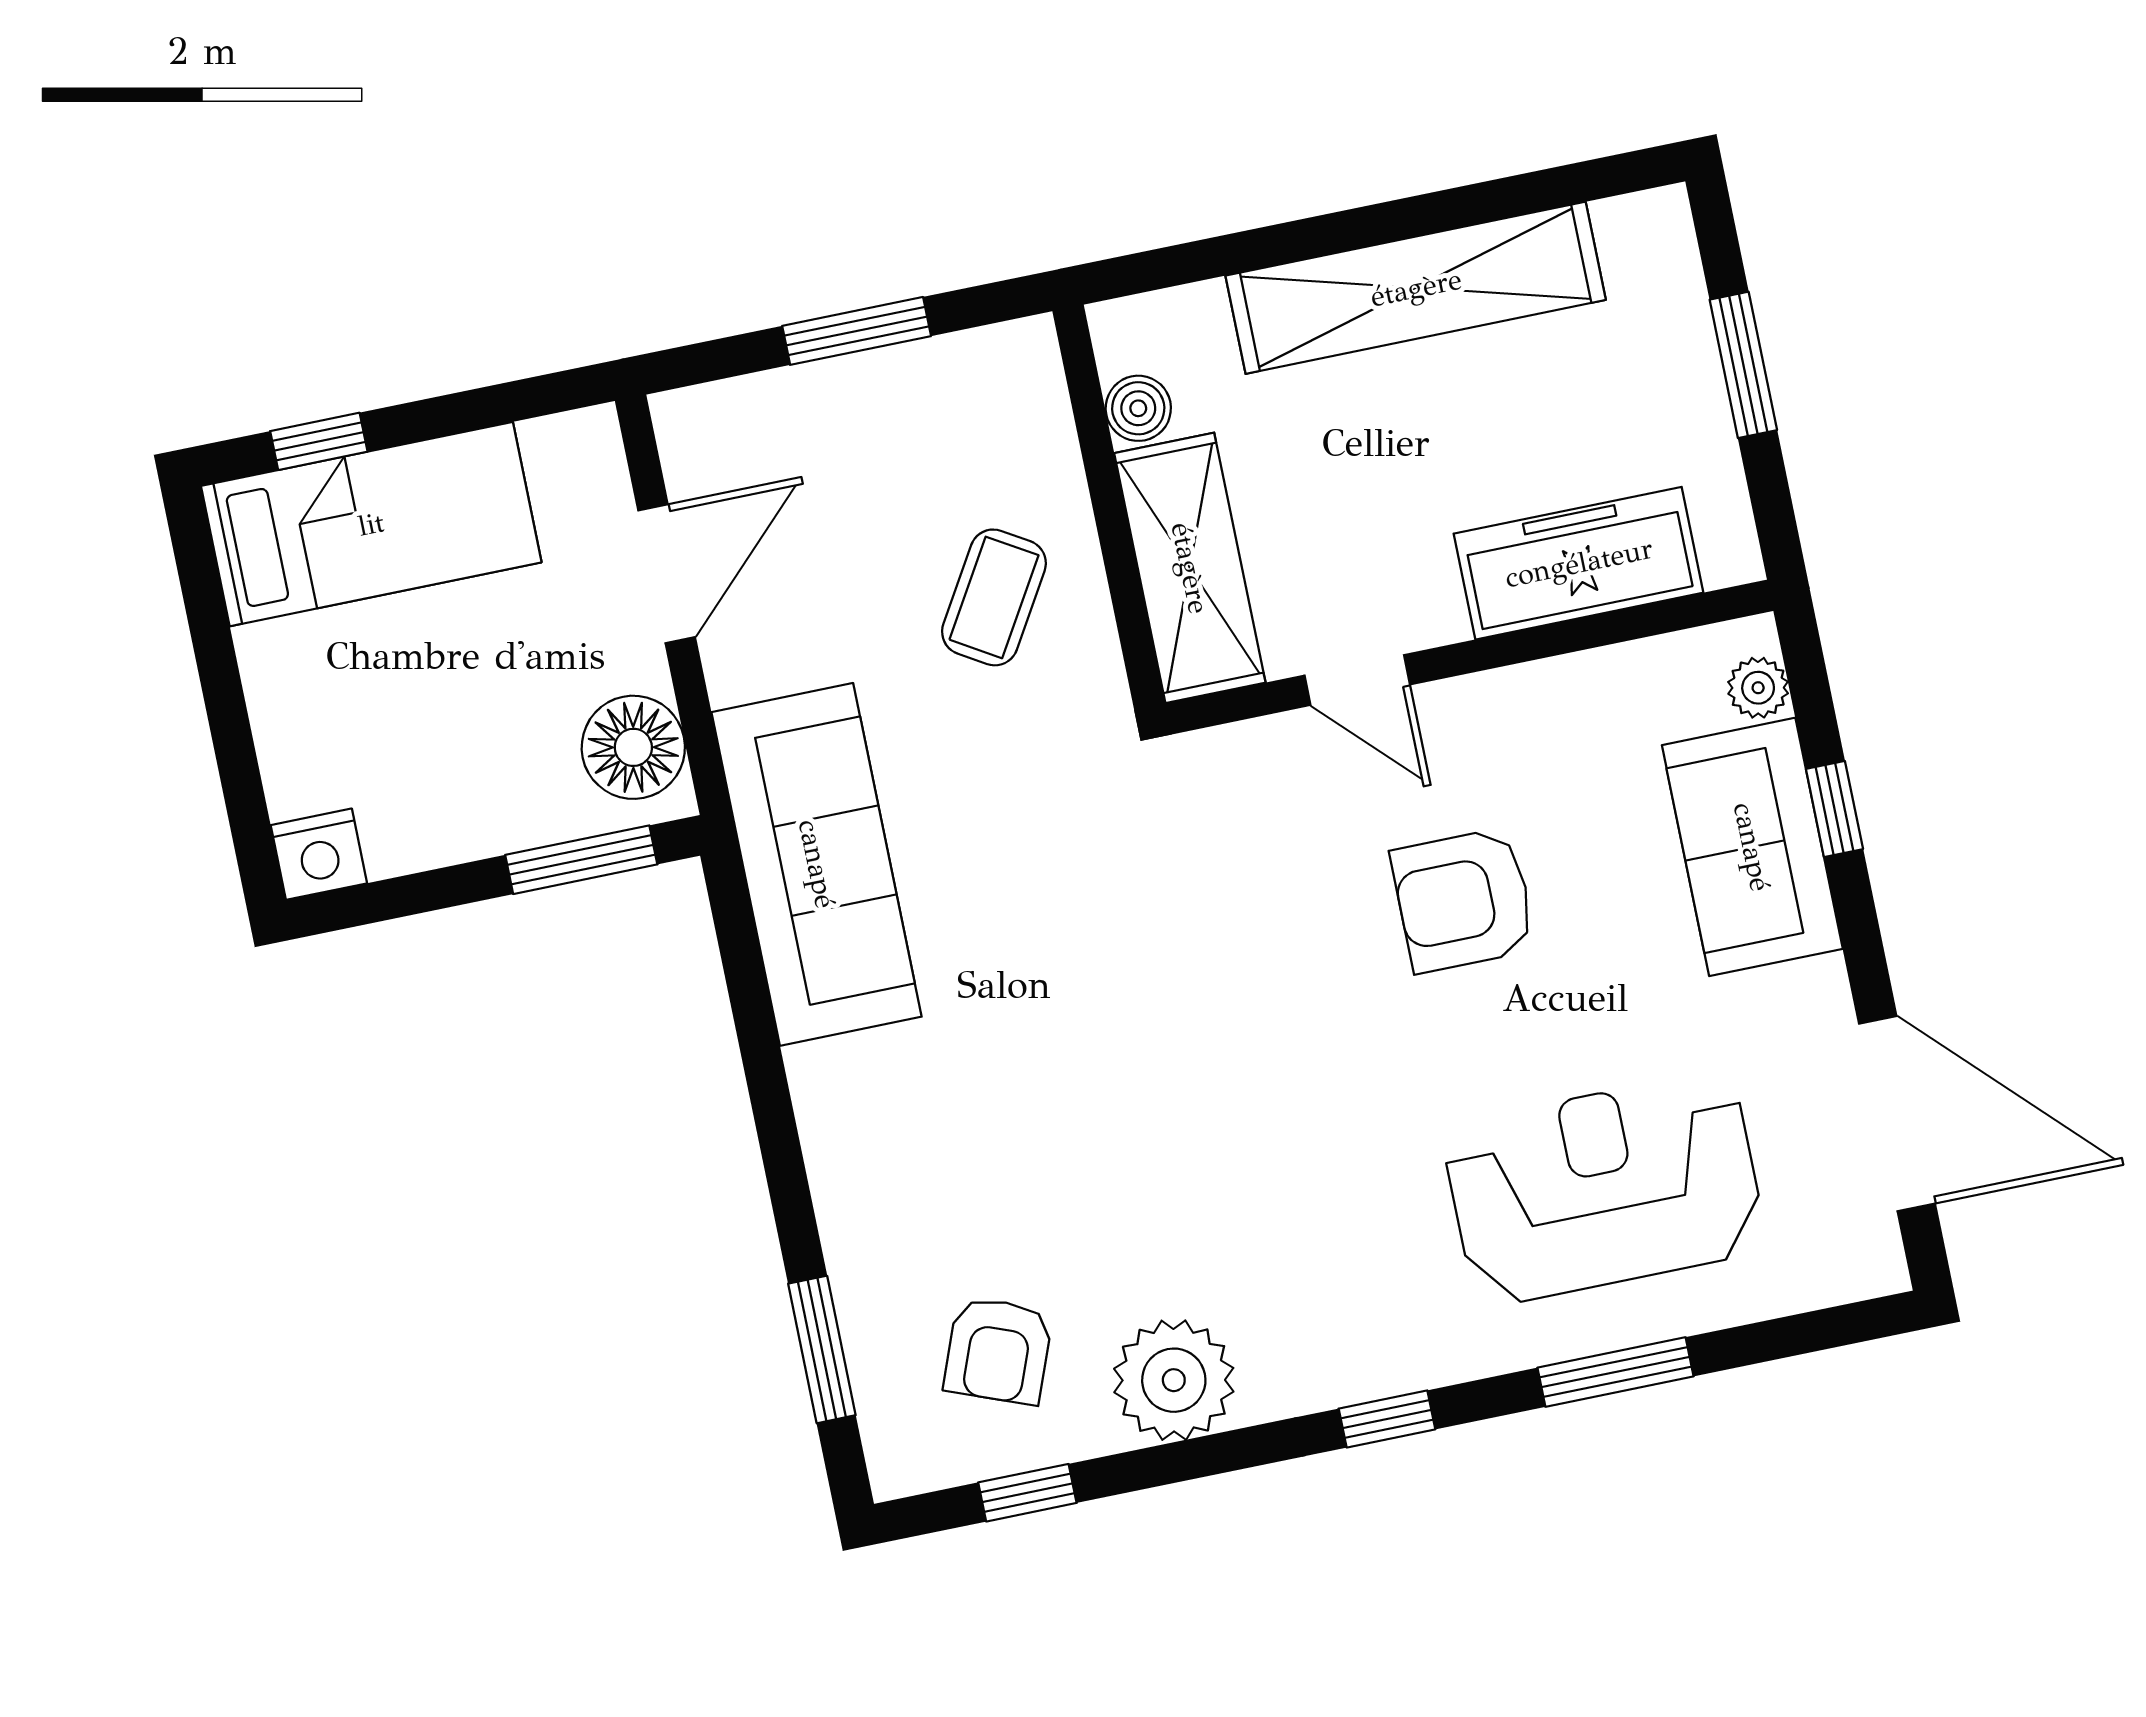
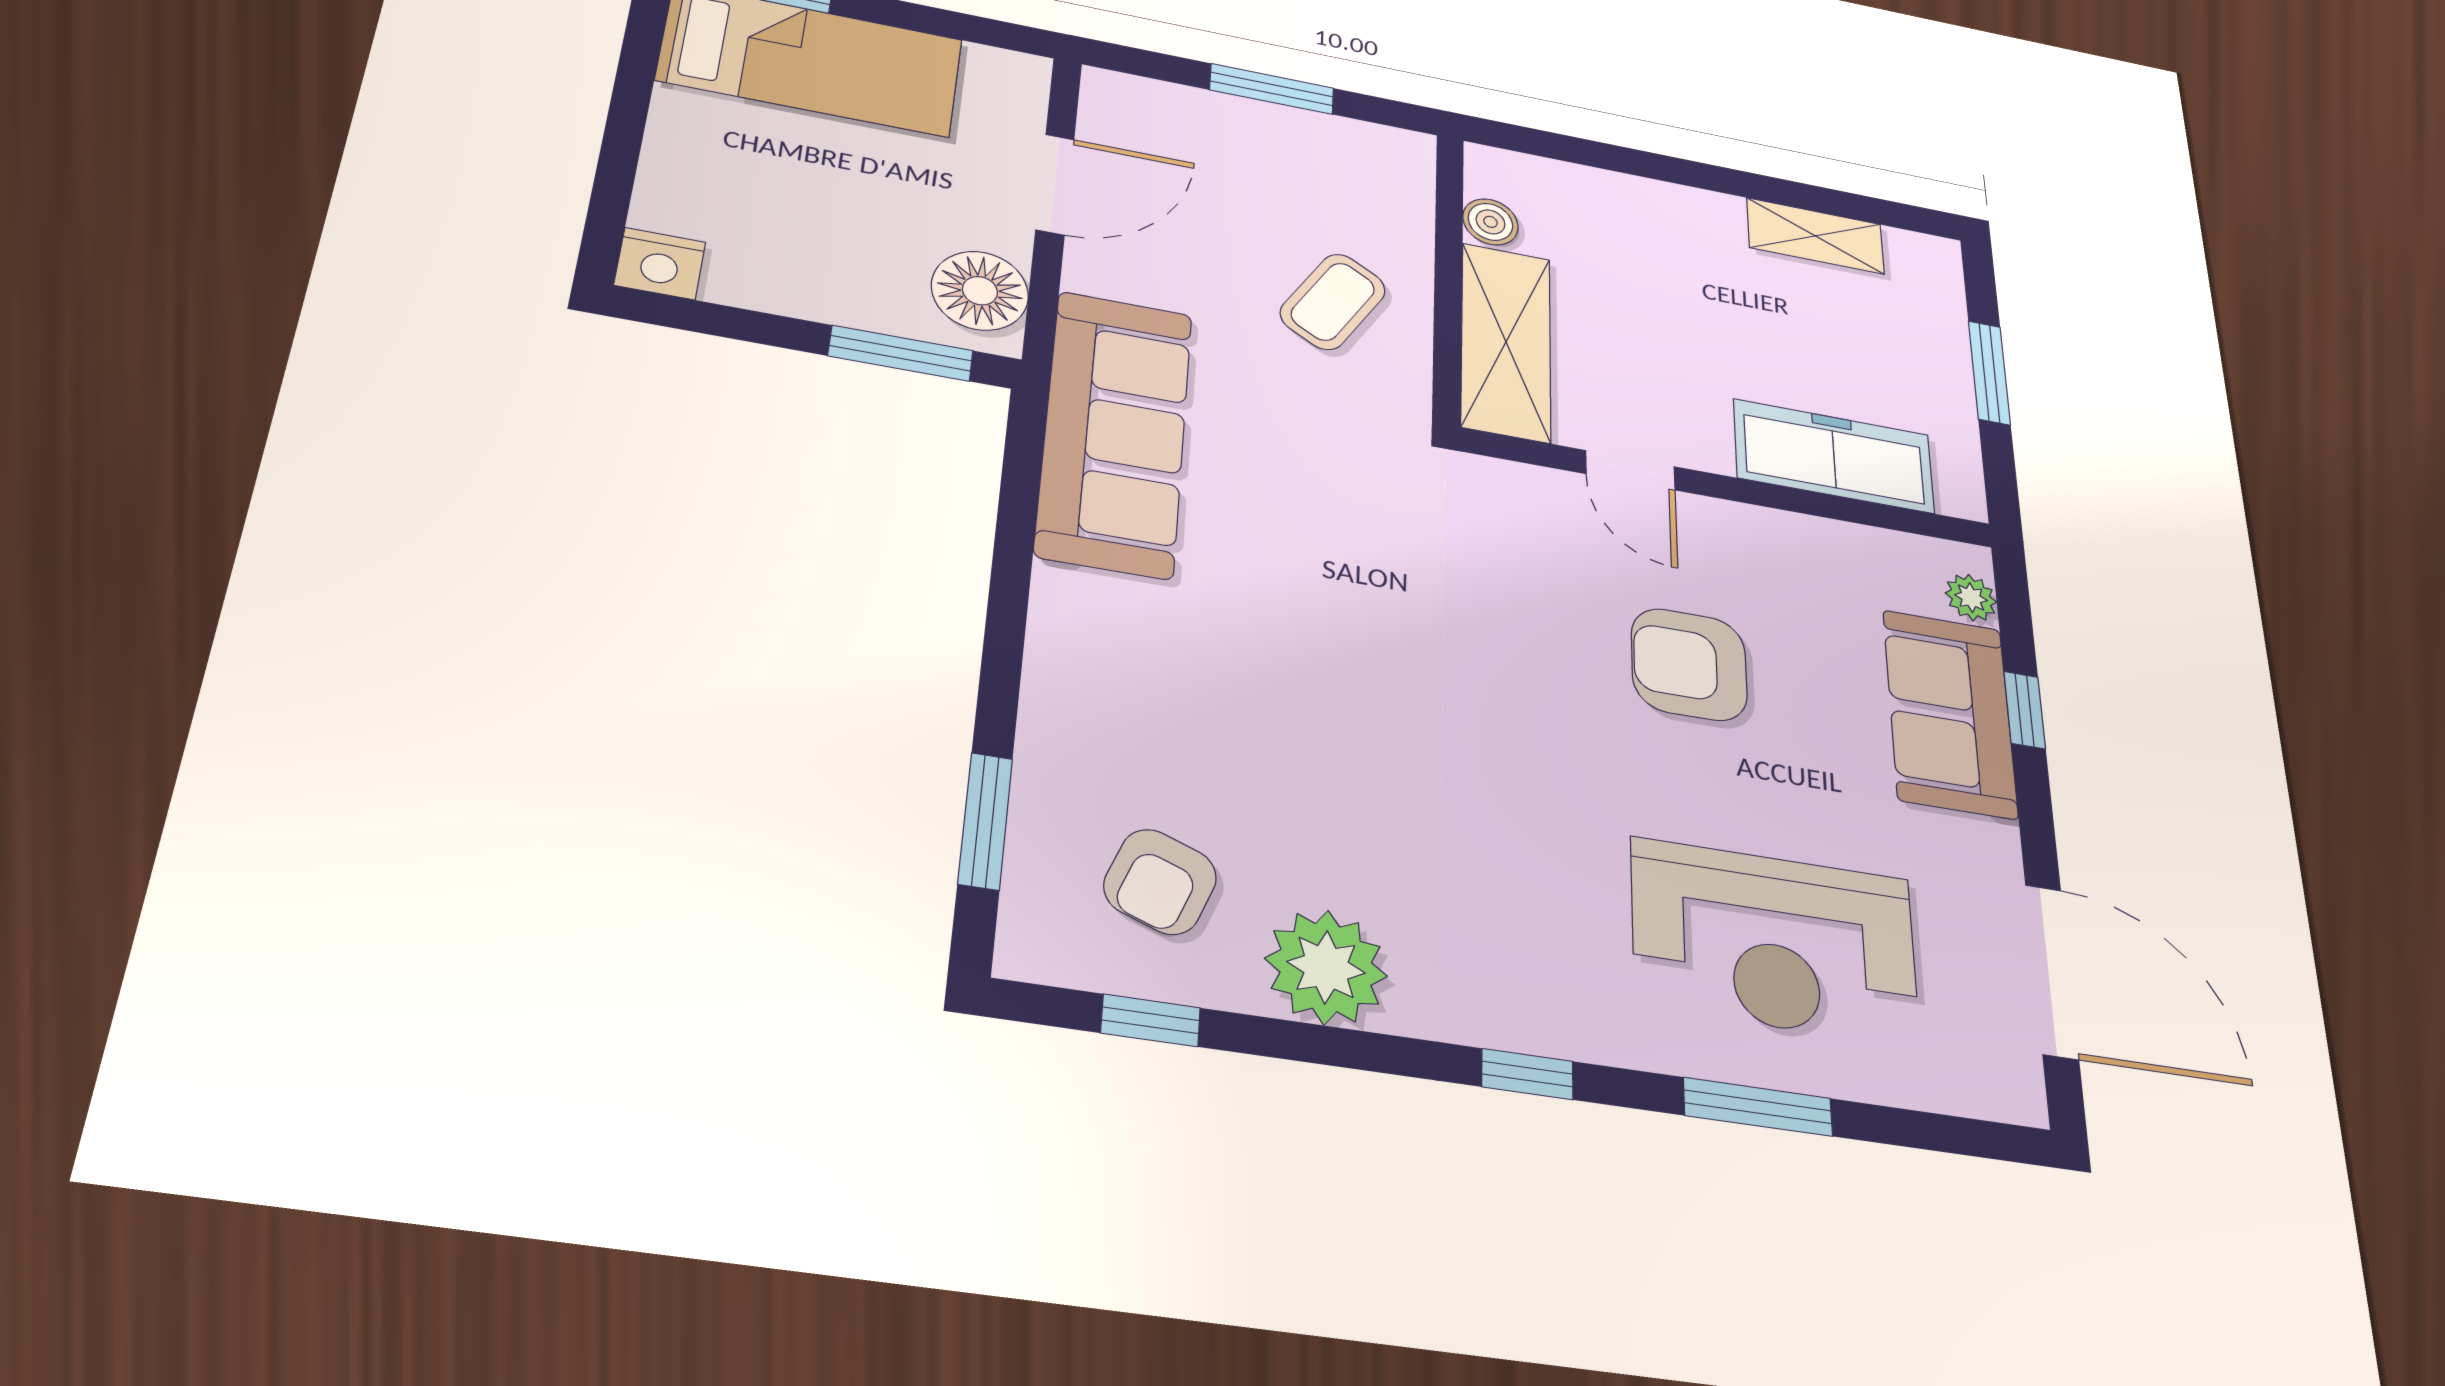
shelving: (1416, 288) -> (1815, 236), width x0.45, depth x0.75
reception desk: (1604, 1188) -> (1775, 941), turned 180

